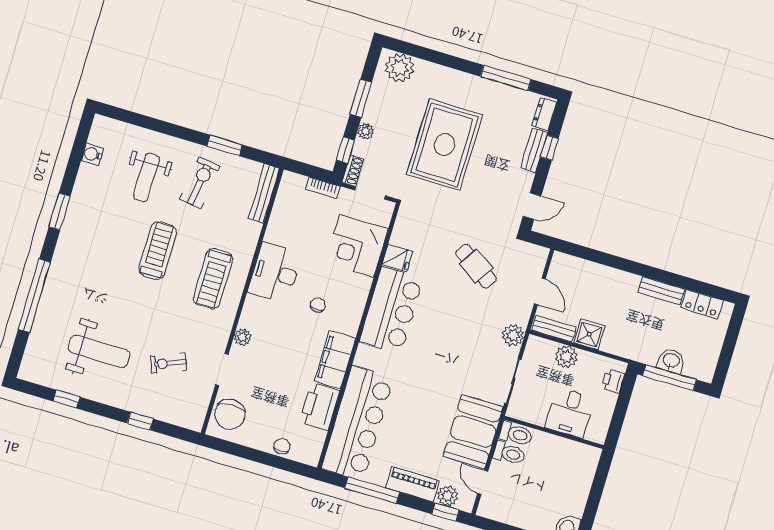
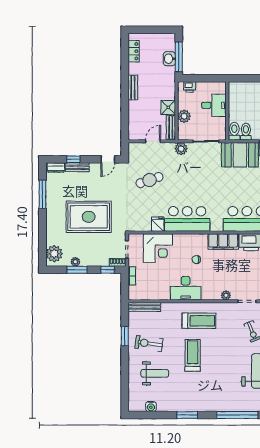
plant: (366, 131) -> (75, 262), moved
door: (532, 206) -> (108, 159), swing flipped
treadmill: (158, 251) -> (193, 355), turned 90
cafe table: (476, 266) -> (150, 180), turned 38
bench: (661, 291) -> (133, 88), moved

